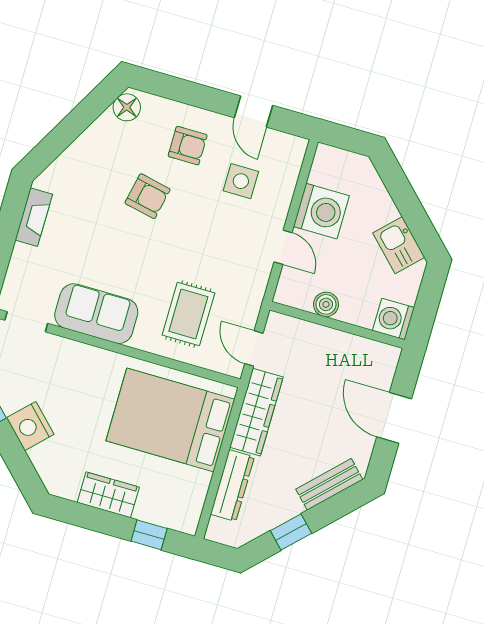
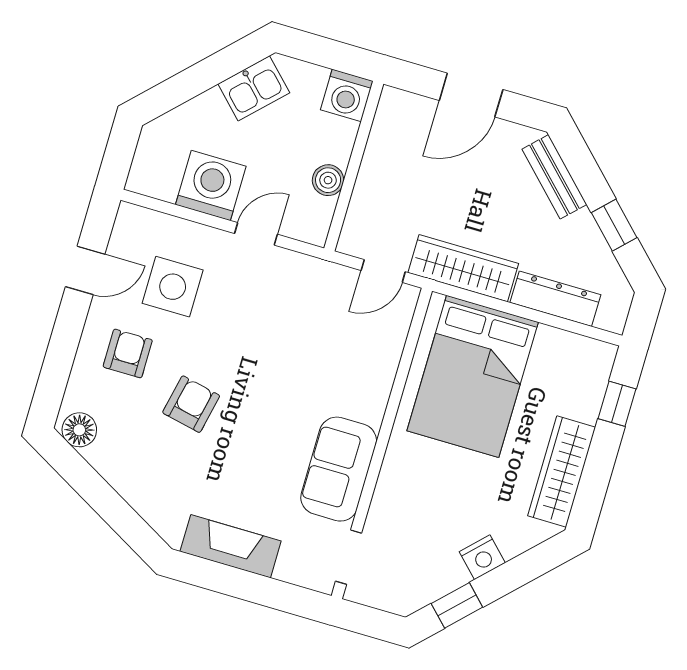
side table: (241, 181) -> (173, 287), width x1.37, depth x1.37
fireplace: (34, 217) -> (231, 546), width x1.37, depth x1.32
rug: (188, 314) -> (339, 353), removed
nightstand: (30, 426) -> (482, 557), width x0.74, depth x0.75
wardrobe: (108, 495) -> (562, 472), width x1.50

